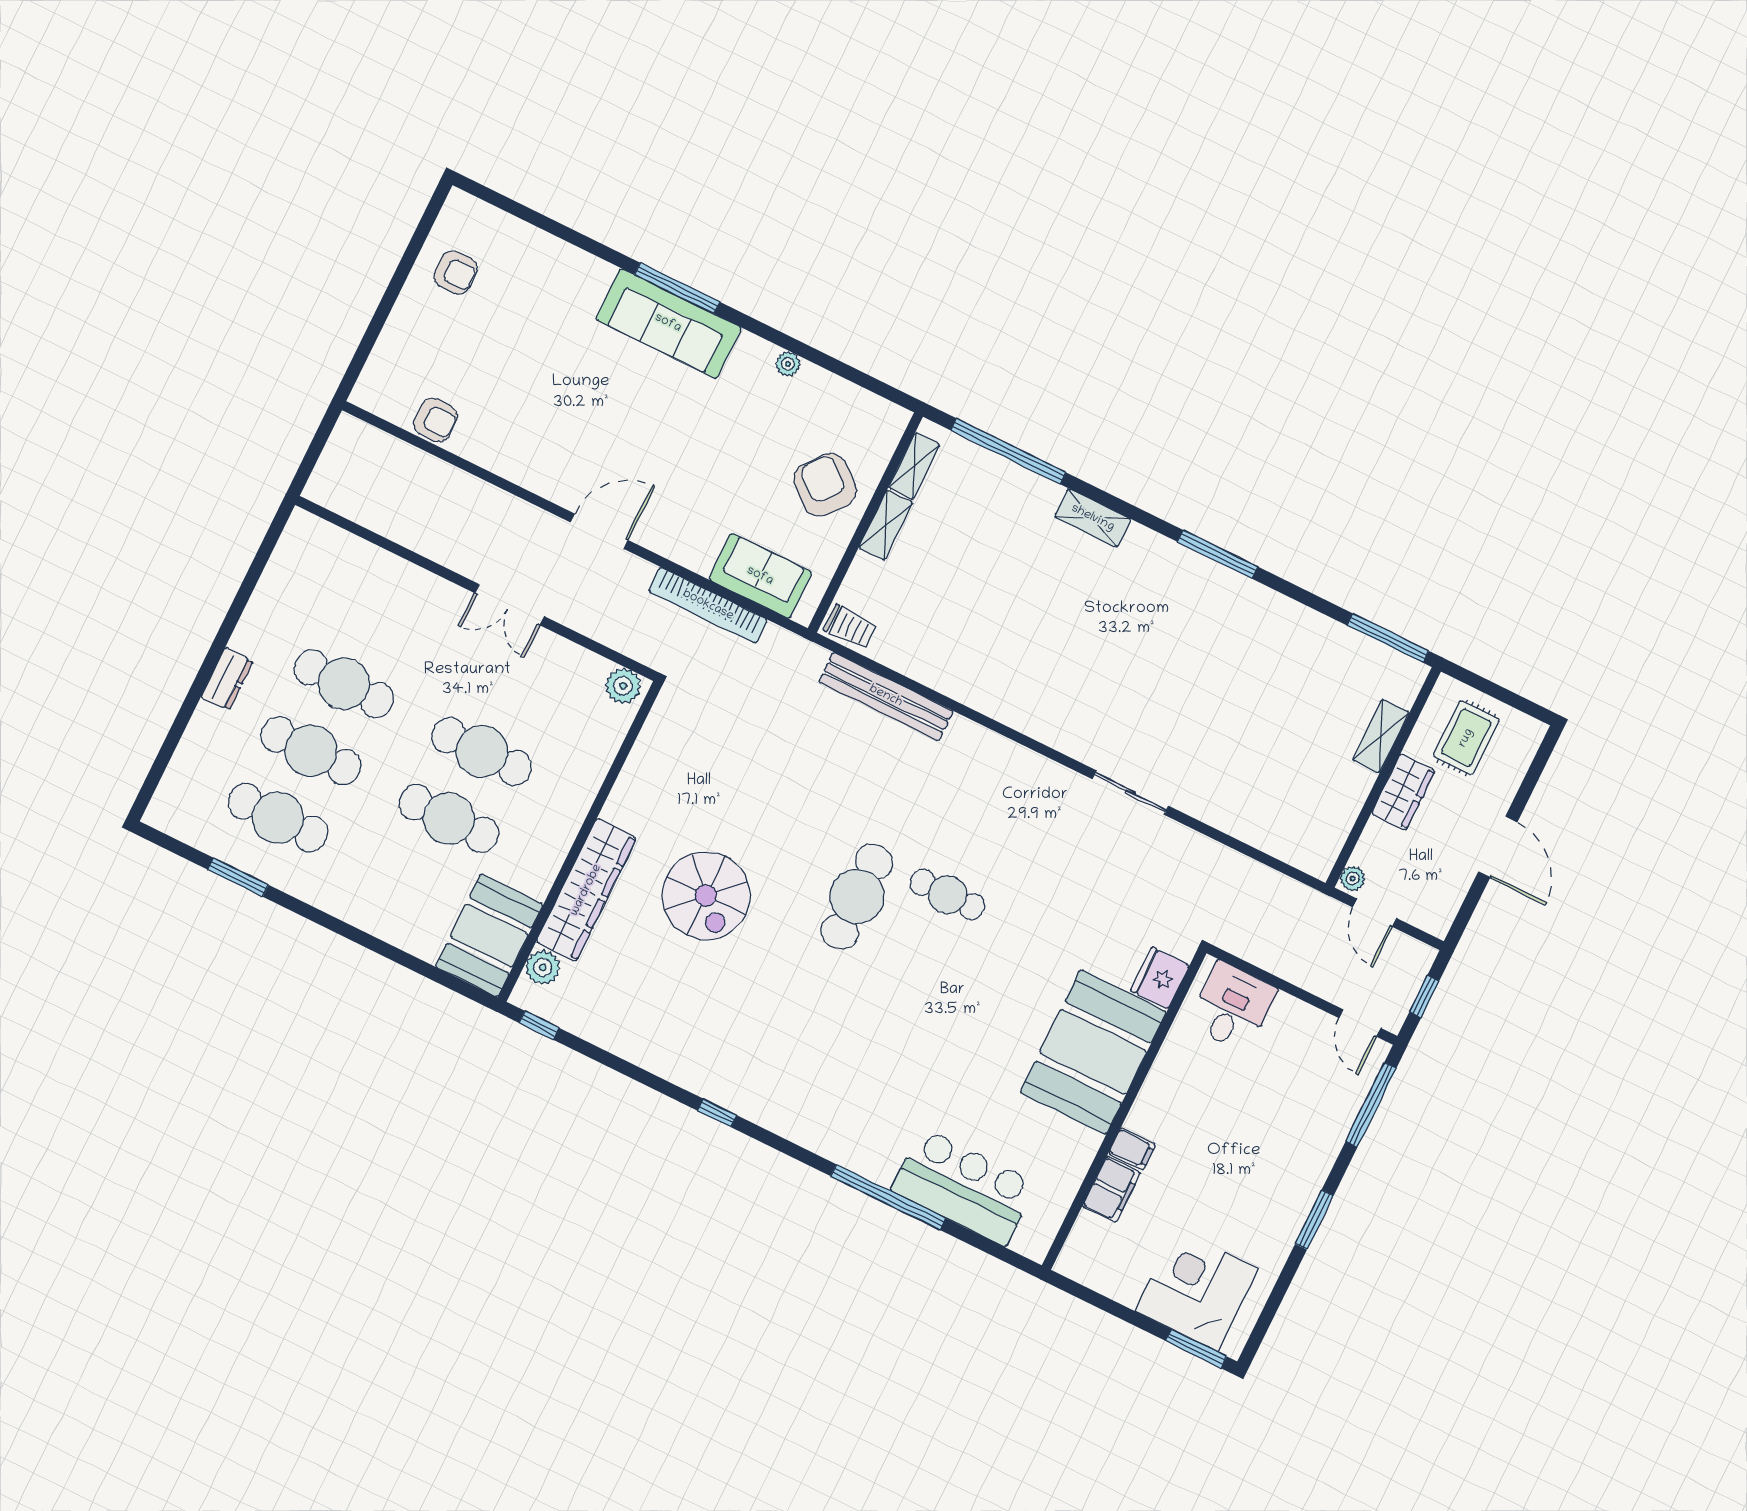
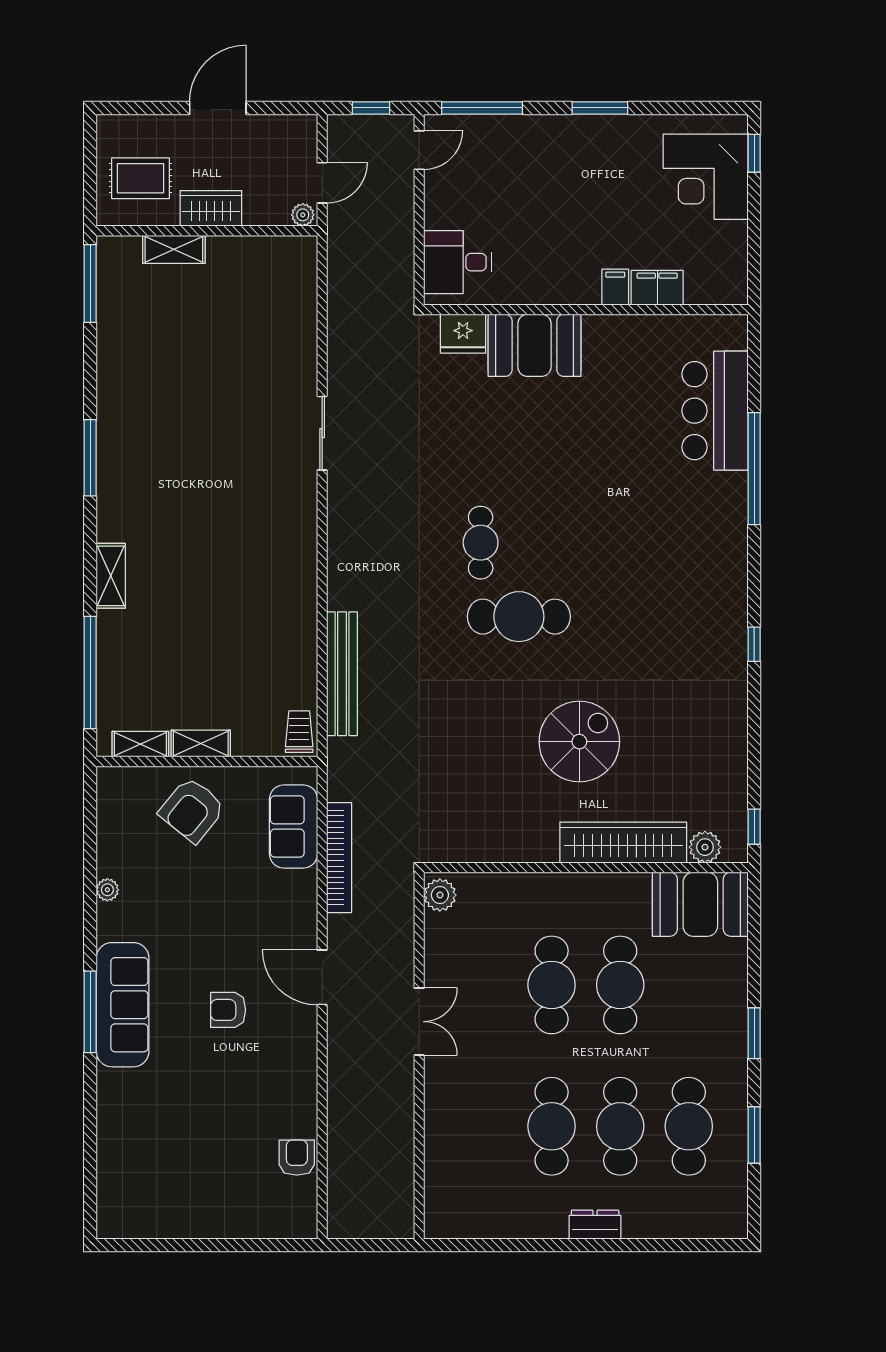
armchair: (456, 272) -> (228, 1010), moved, turned -90
window: (337, 926) -> (754, 1033), added
booth: (1093, 1052) -> (534, 345), width x0.73, depth x0.70
window: (1196, 1349) -> (754, 153), width x0.67

